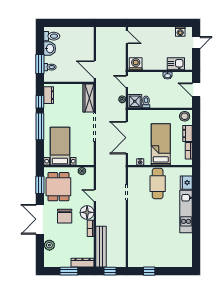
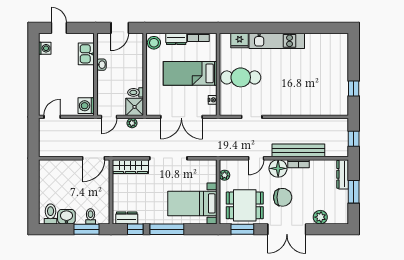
bench: (101, 247) -> (298, 150), moved

